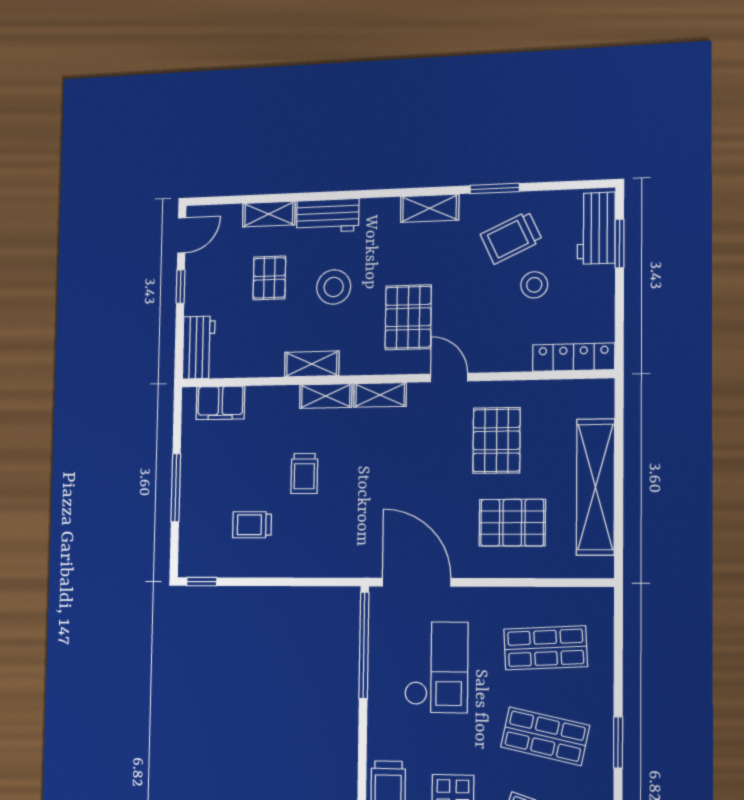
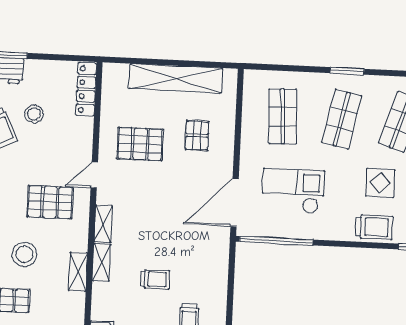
pallet: (512, 523) -> (197, 135), width x0.67, depth x0.71

